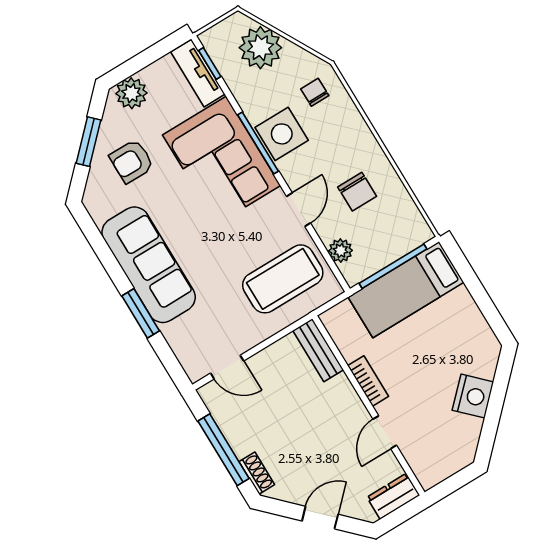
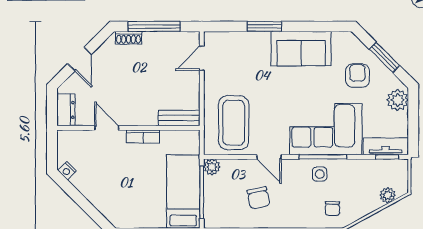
plant: (260, 48) -> (388, 195), width x0.53, depth x0.53
chair: (315, 92) -> (332, 209), turned 90
side table: (282, 134) -> (320, 174), width x0.54, depth x0.54
chair: (357, 192) -> (259, 198), turned -102
plant: (341, 251) -> (212, 167), moved
sofa: (149, 265) -> (301, 49), width x0.73
nightstand: (473, 396) -> (67, 171), moved, width x0.53, depth x0.56

